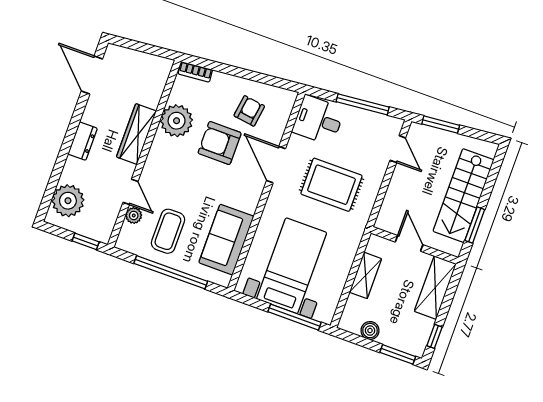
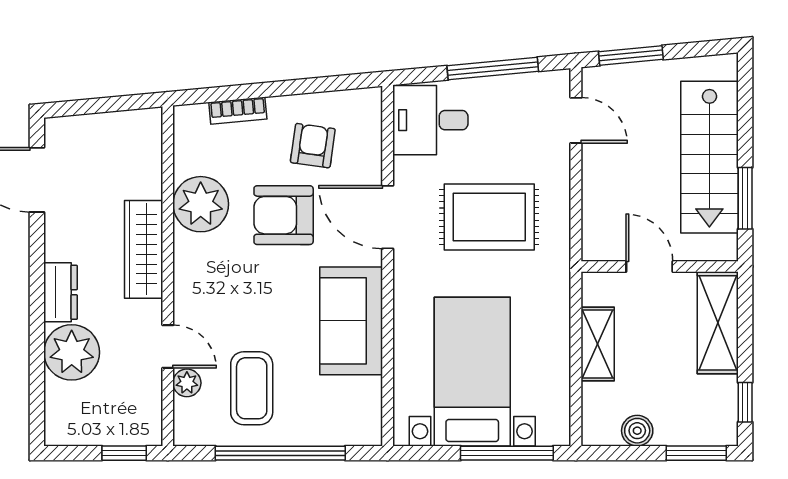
bookcase: (195, 72) -> (238, 111), moved
plant: (68, 201) -> (72, 352), moved
sofa: (226, 240) -> (351, 321), moved

